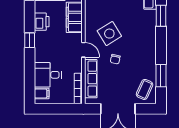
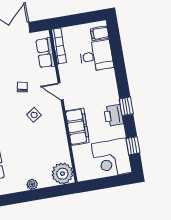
side table: (109, 34) -> (34, 115), width x0.54, depth x0.54
window: (30, 40) -> (126, 106), moved
row of seats: (91, 79) -> (45, 53), width x0.68

